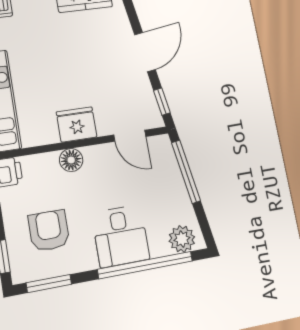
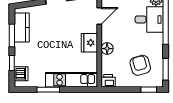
armchair: (49, 231) -> (140, 65), turned 74
desk: (121, 236) -> (149, 19), moved

